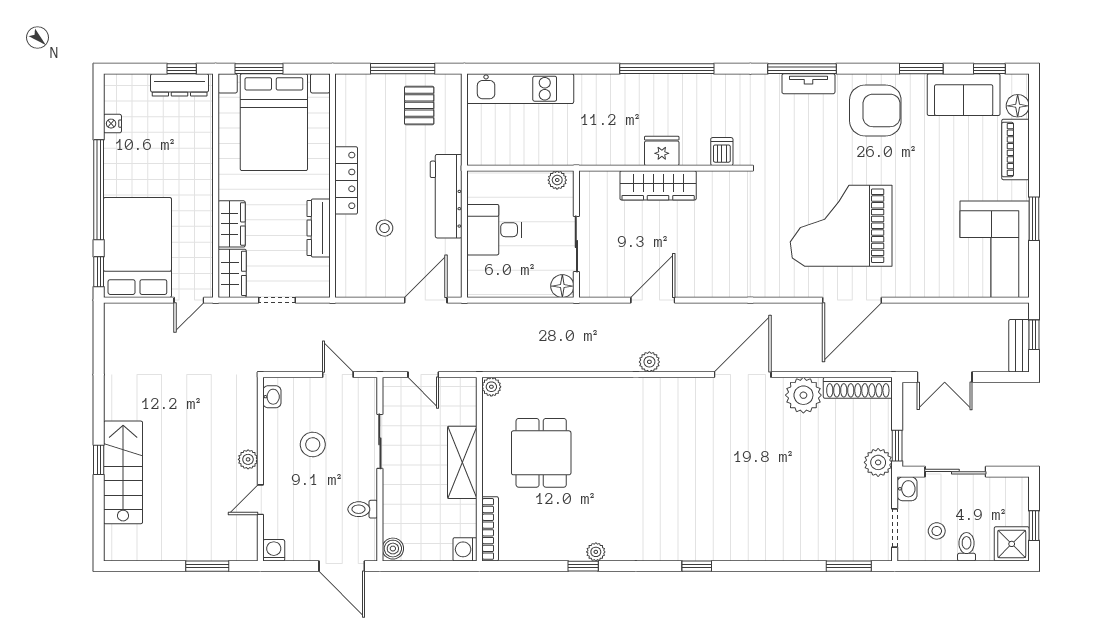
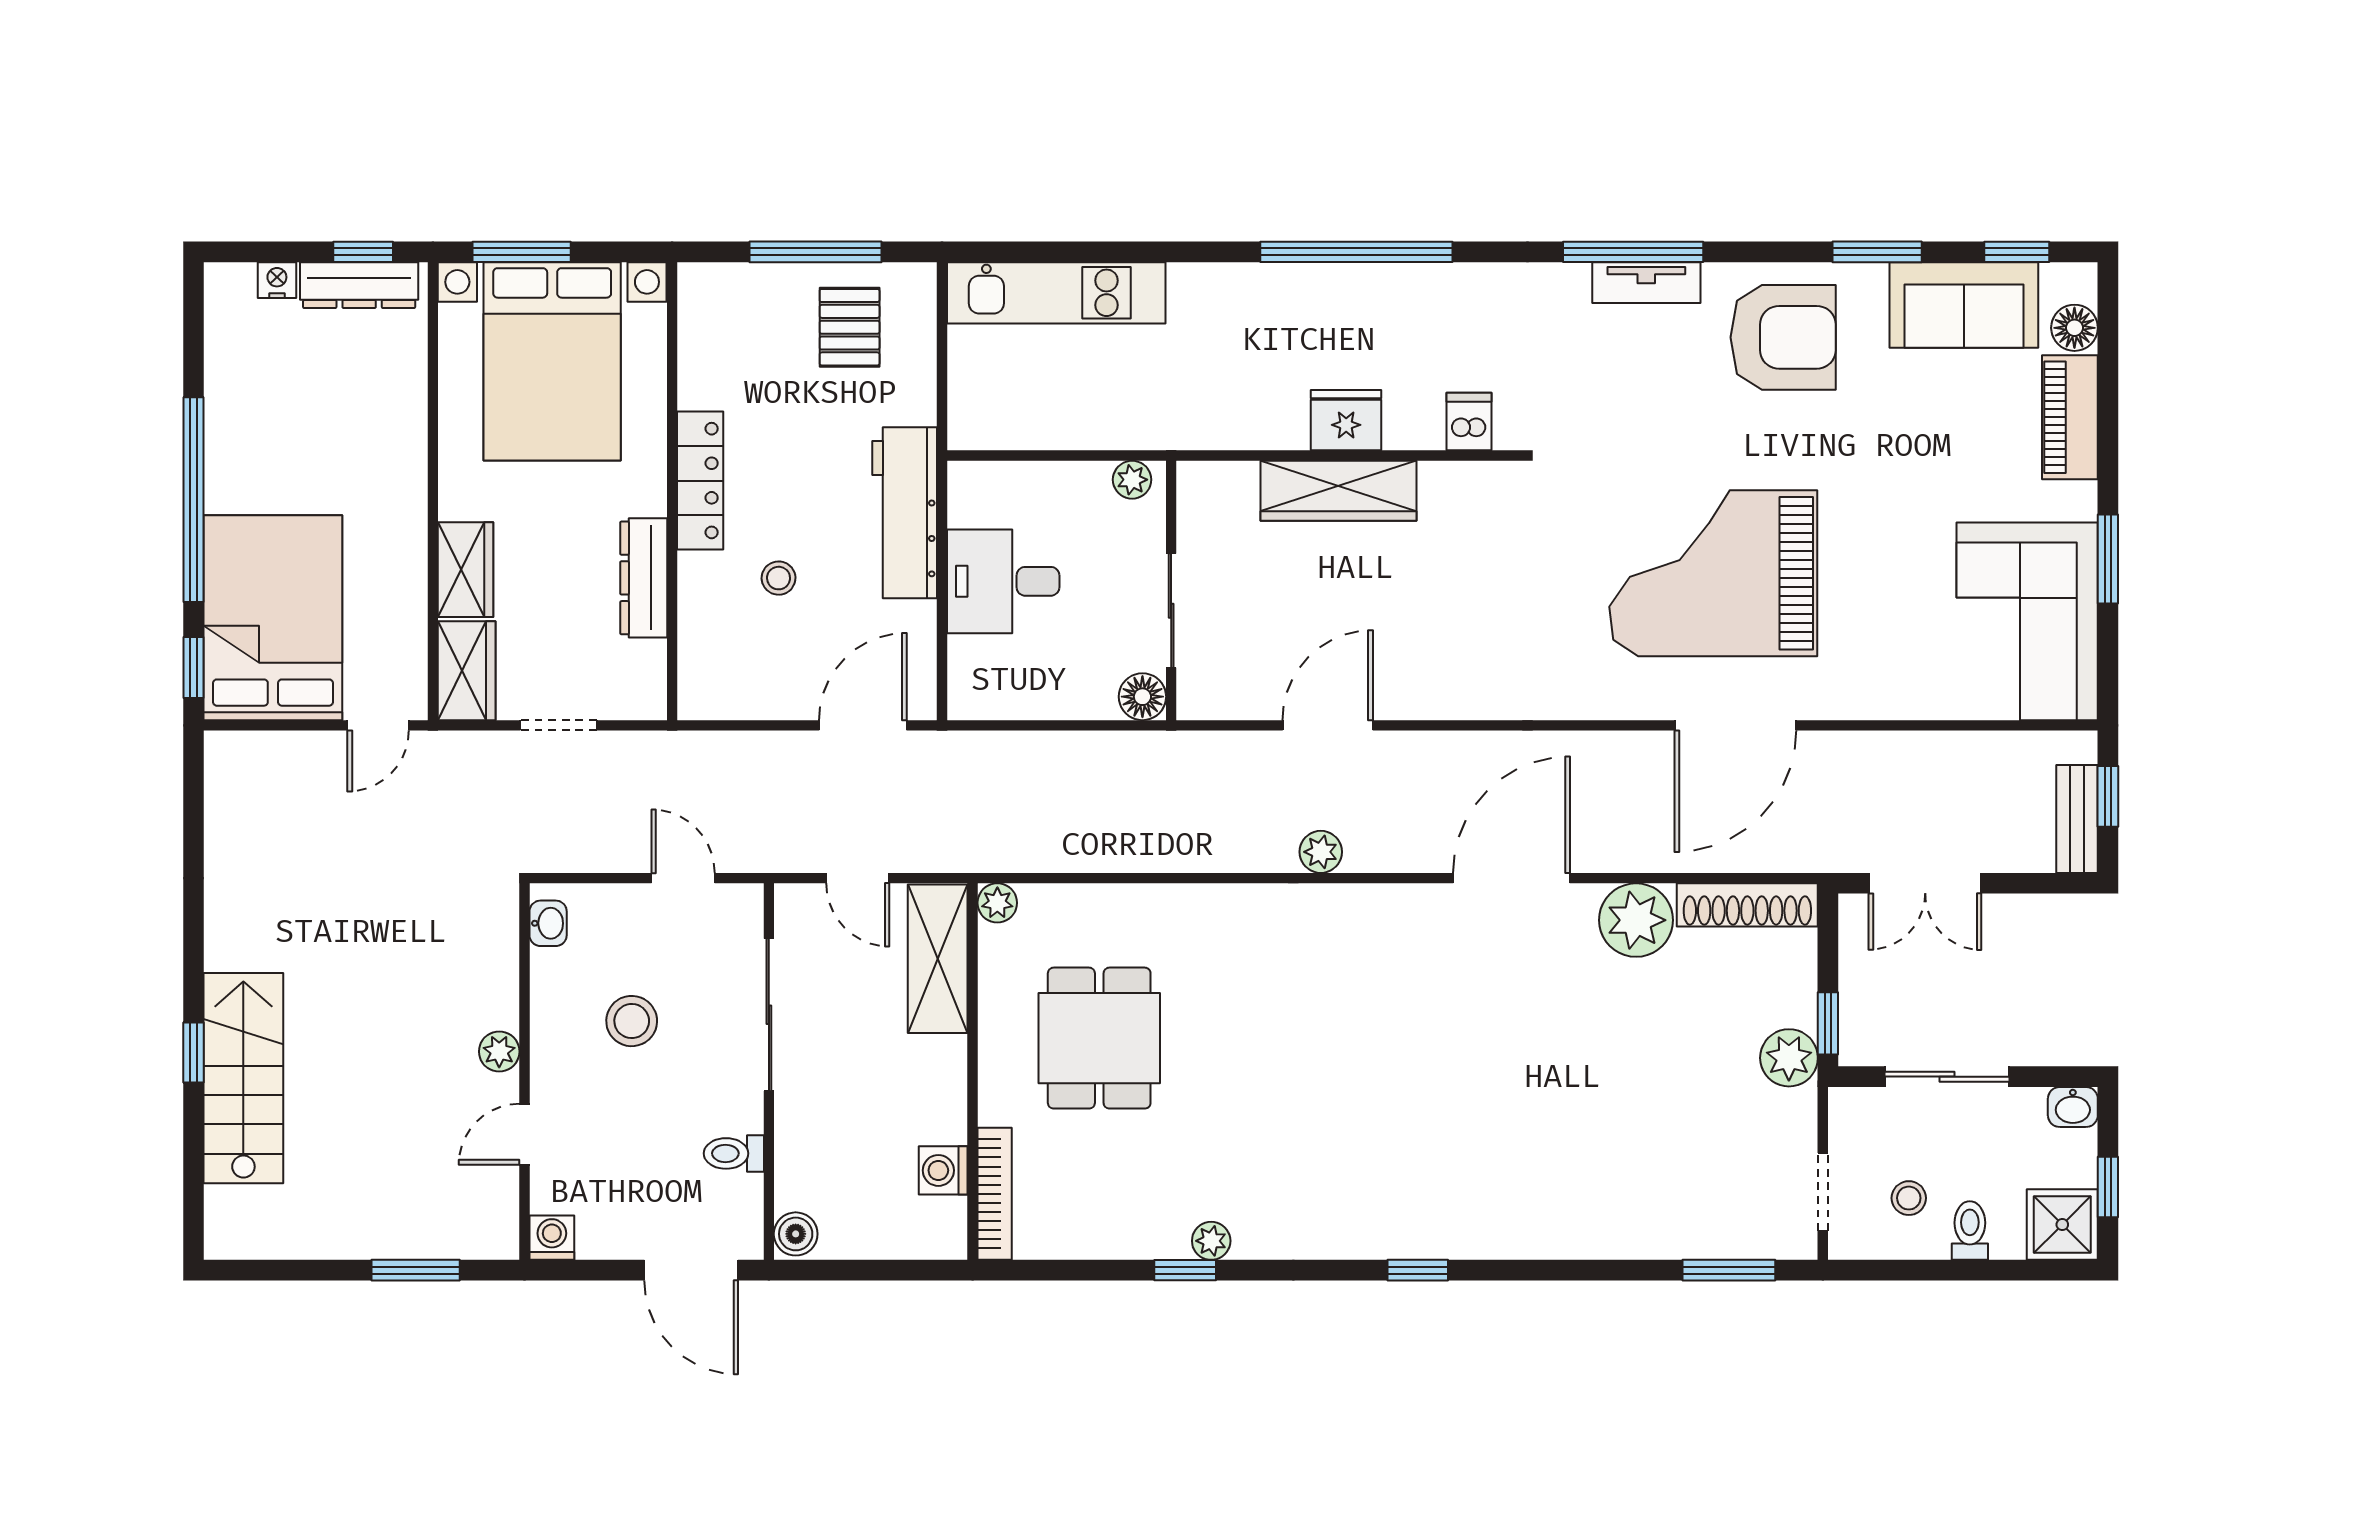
nightstand: (112, 124) -> (277, 280), moved, turned 90
sliding door: (380, 441) -> (769, 1015), width x1.37
shelving: (462, 462) -> (938, 959), moved
washbasin: (907, 489) -> (2073, 1107), moved, turned 90
washing machine: (465, 549) -> (943, 1170), moved

